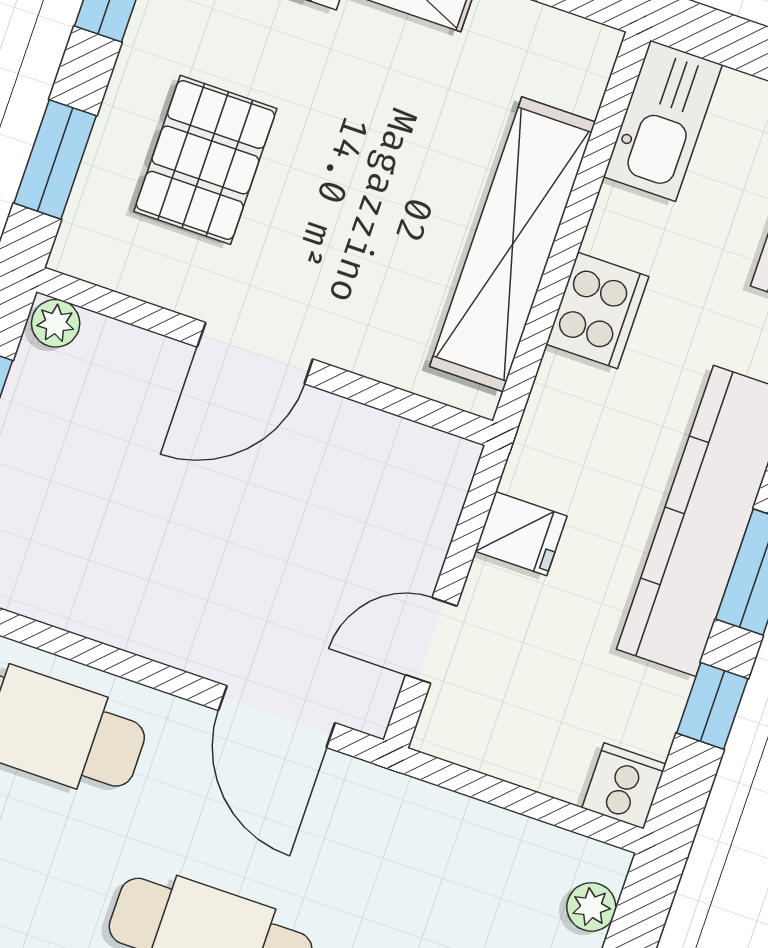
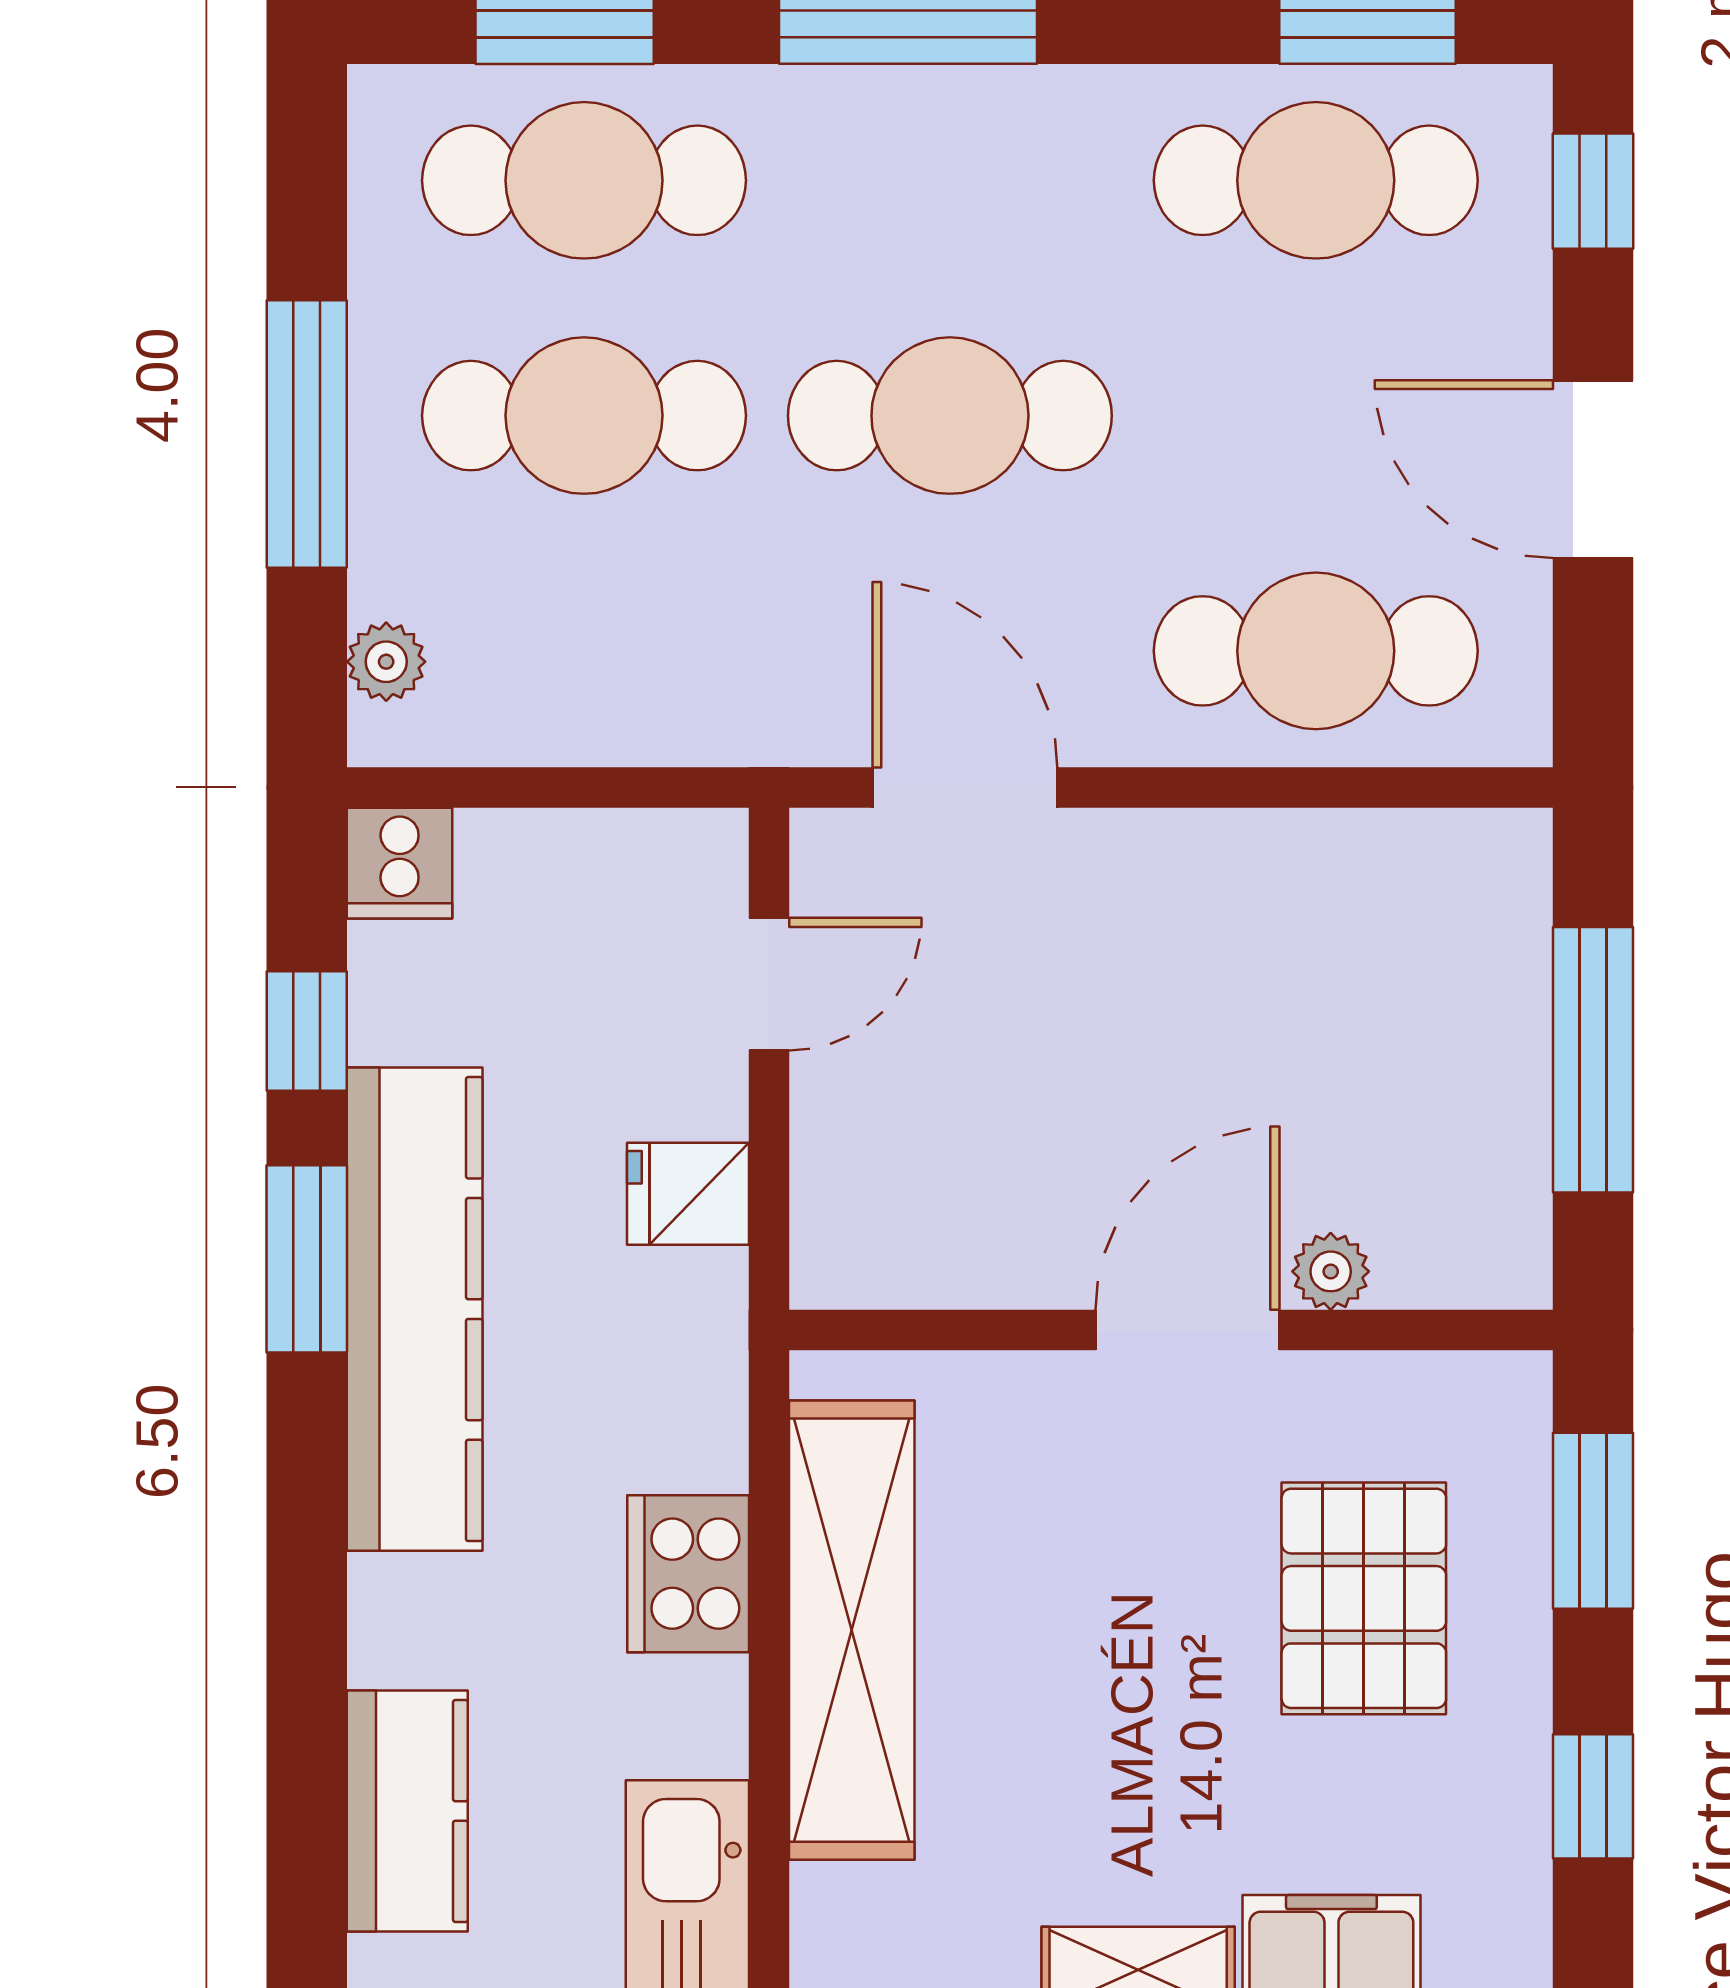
plant: (56, 323) -> (1331, 1271), moved

